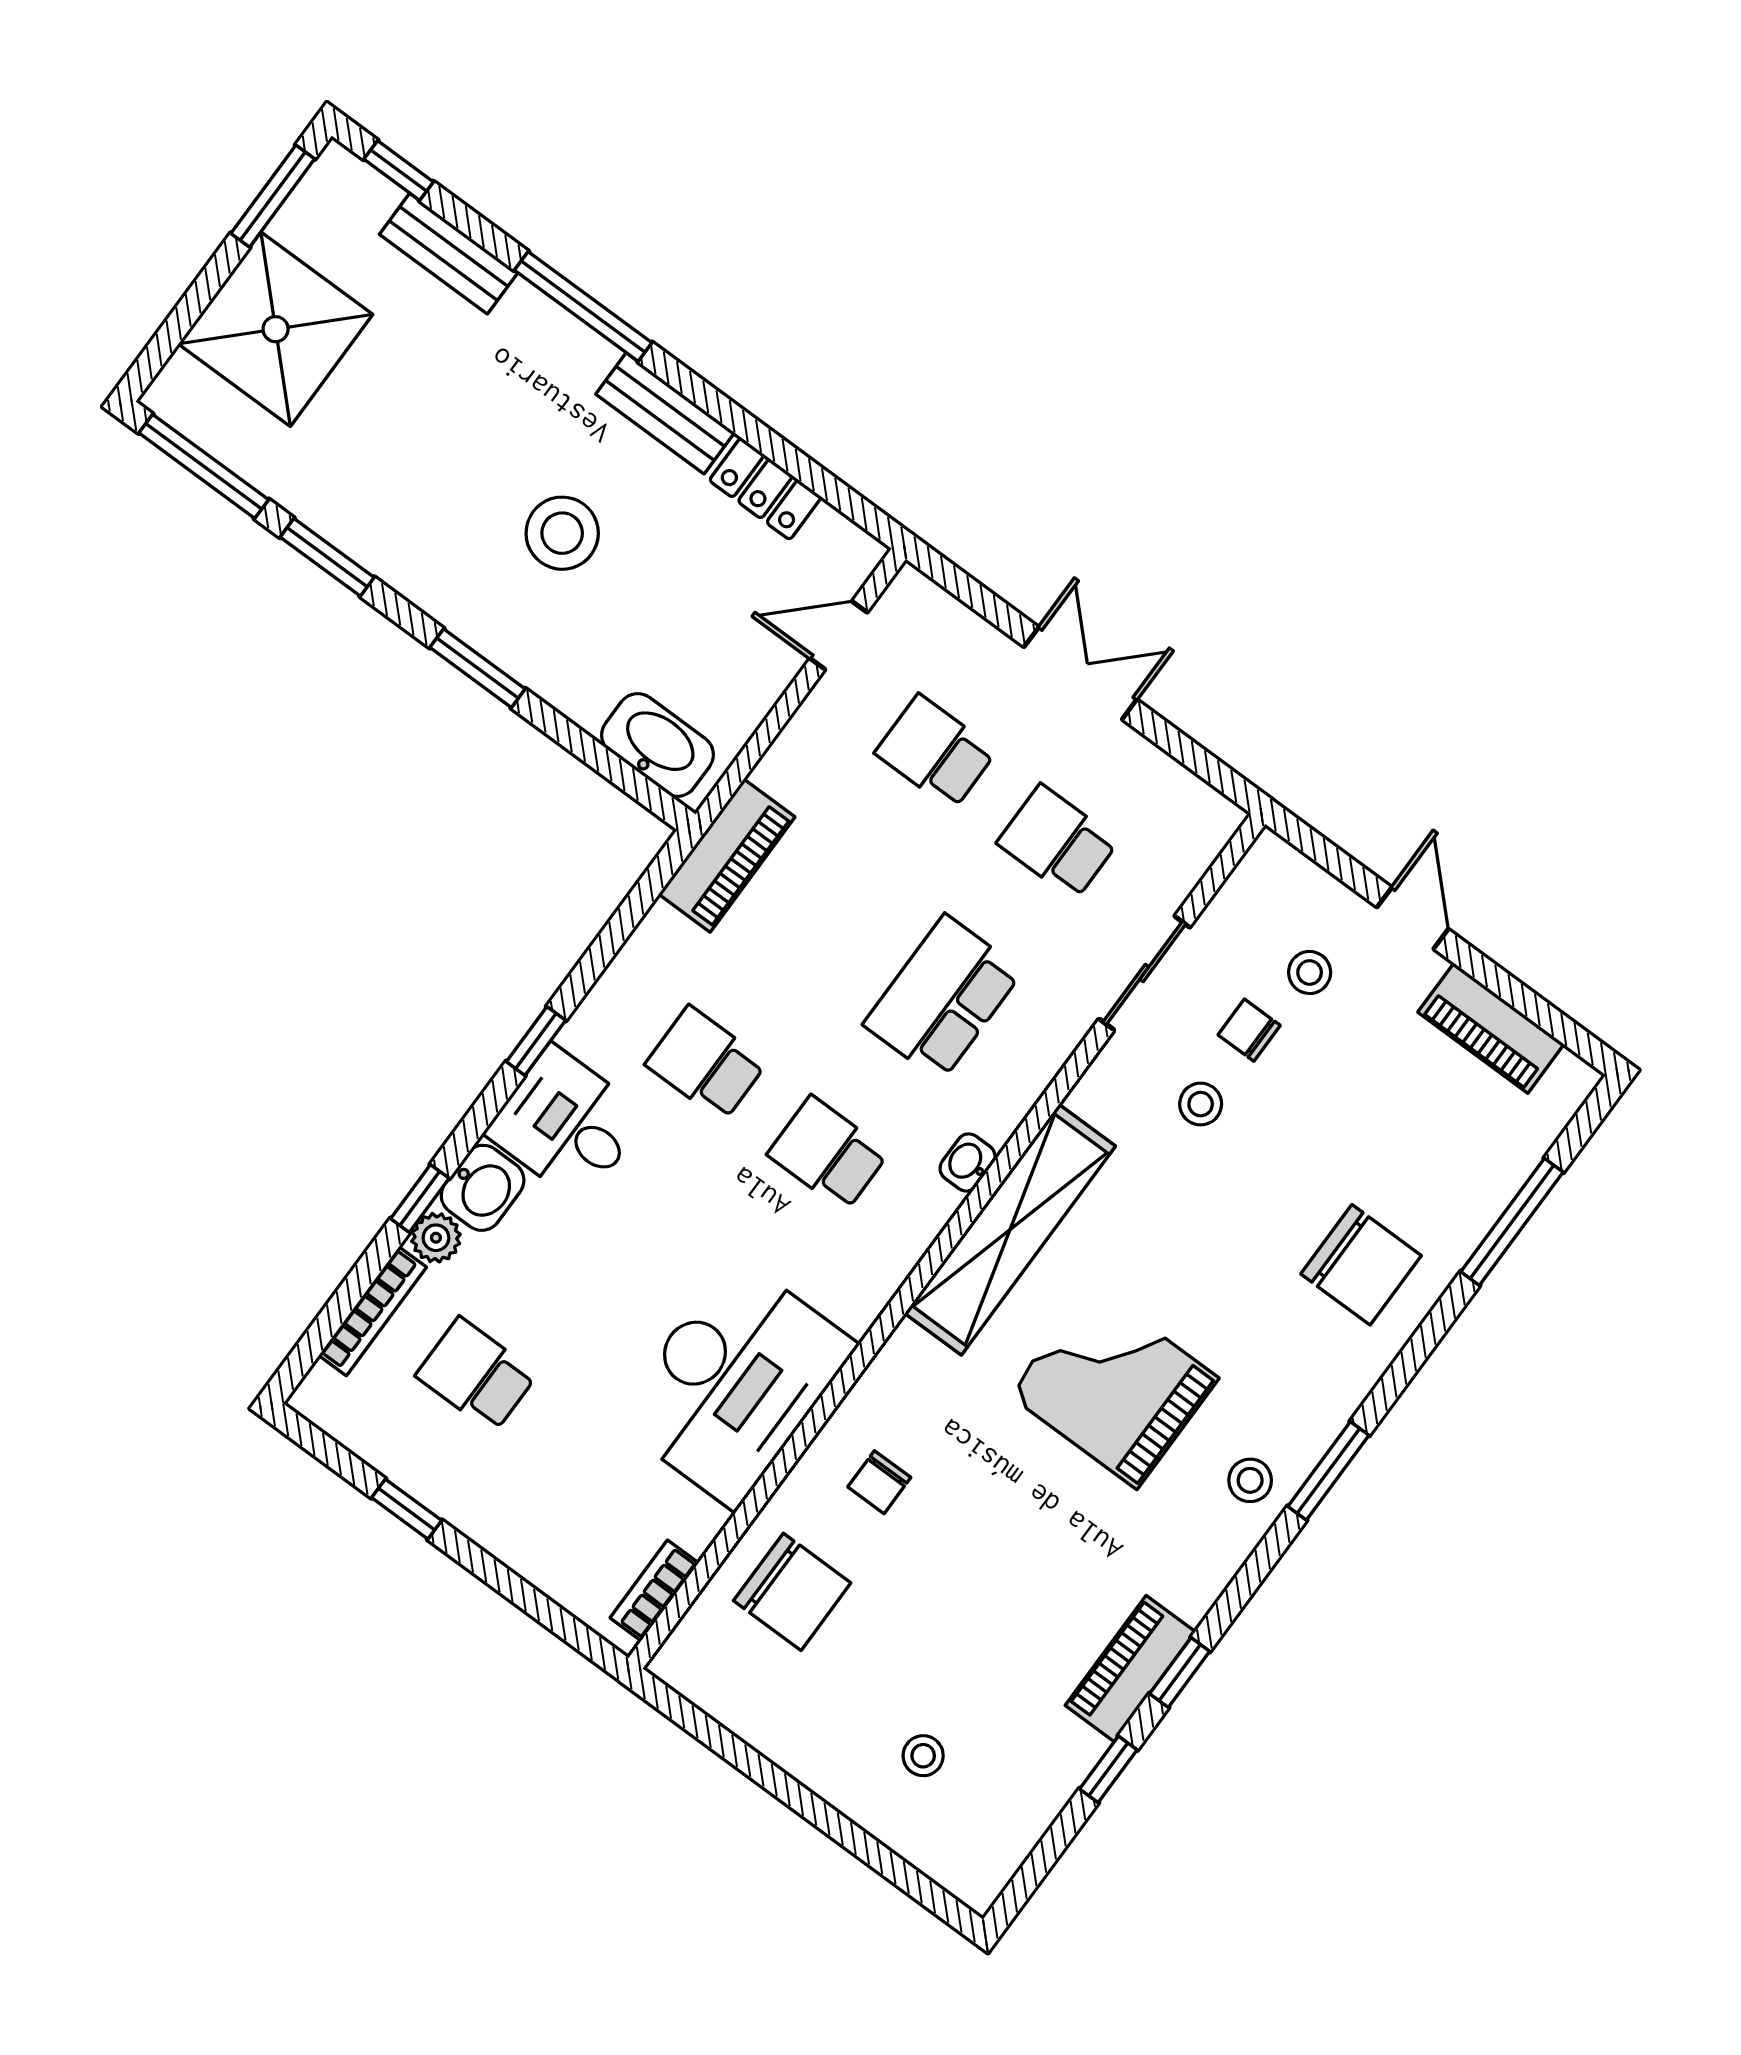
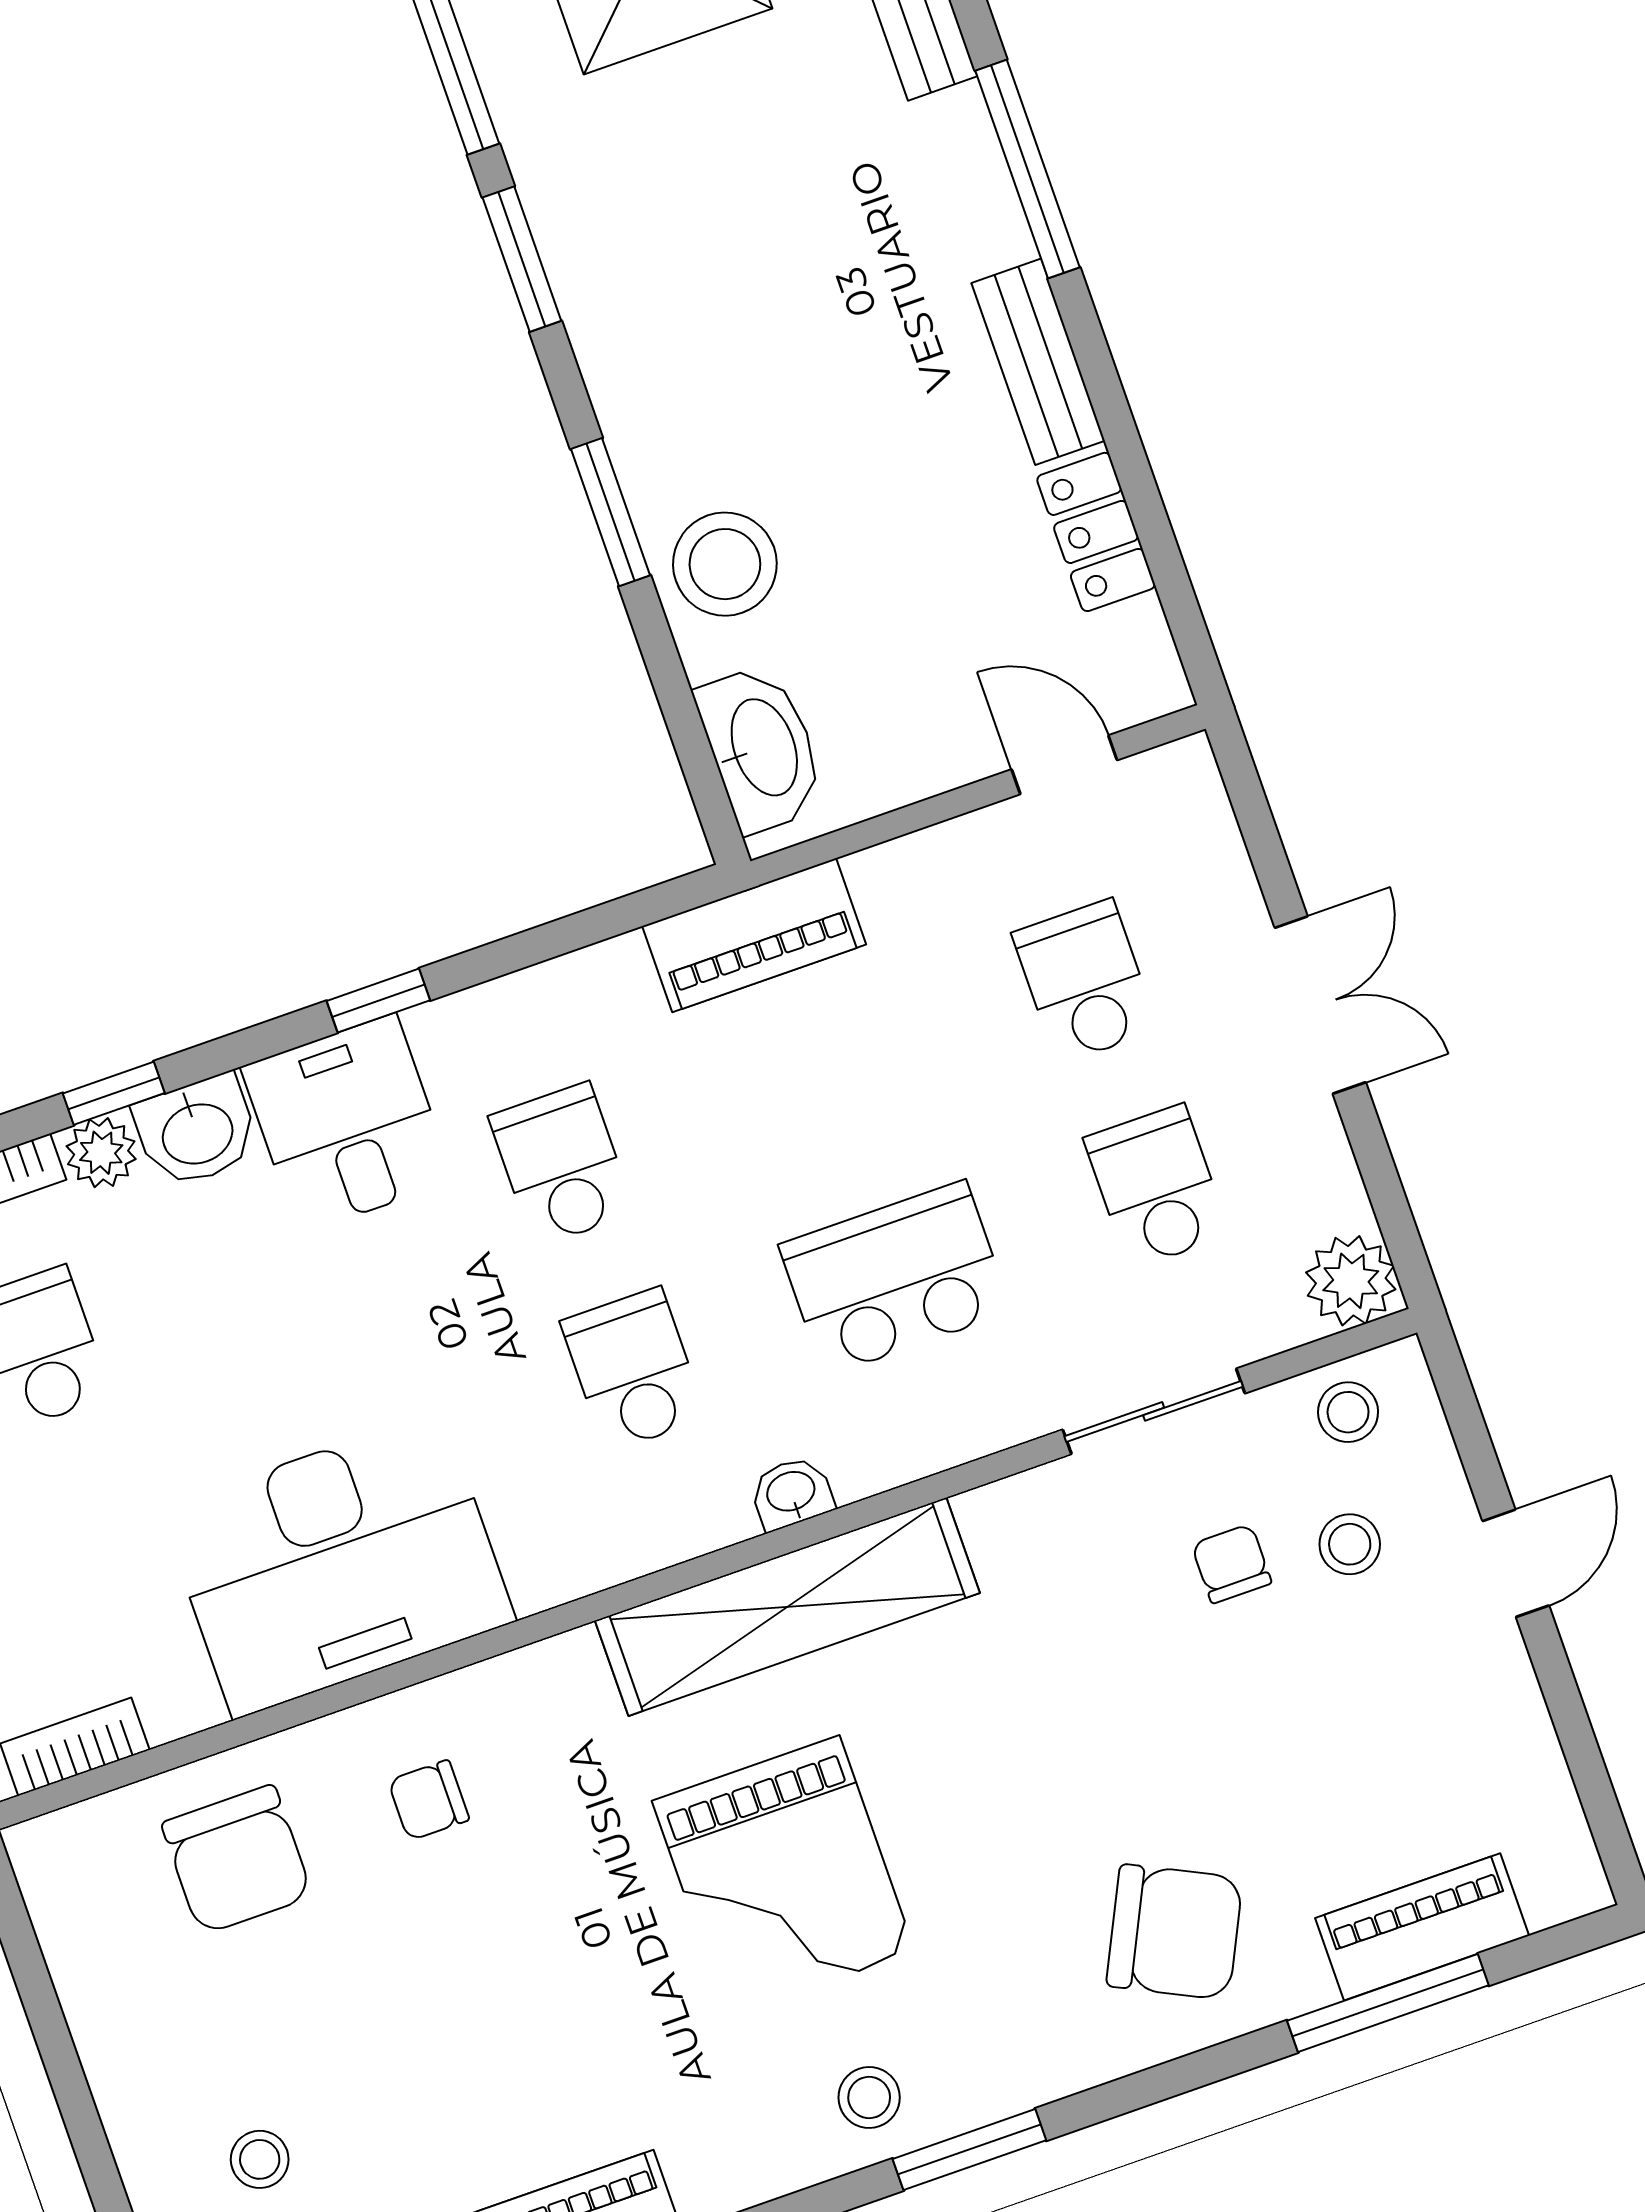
stool: (562, 533) -> (725, 564), moved
plant: (1207, 820) -> (1351, 1281), added
piano: (1491, 1028) -> (1422, 1927), moved, turned 90
stool: (1201, 1104) -> (1348, 1412), moved
chair: (1361, 1265) -> (1175, 1932), turned -64
grand piano: (1114, 1386) -> (783, 1876), turned 180

